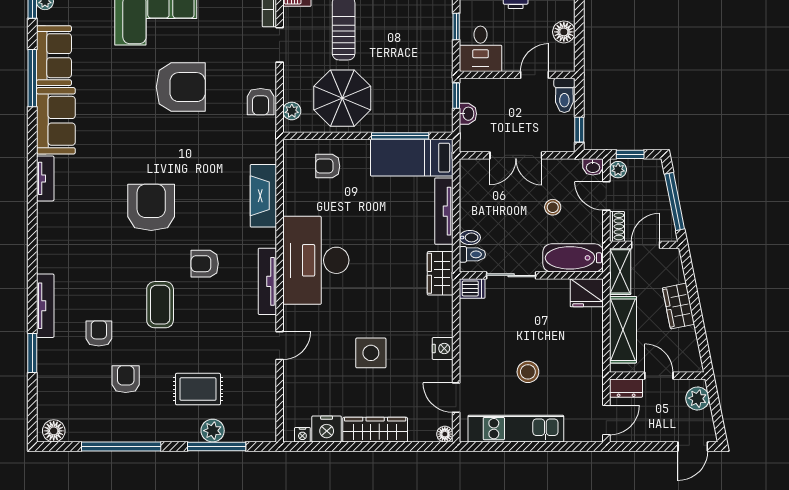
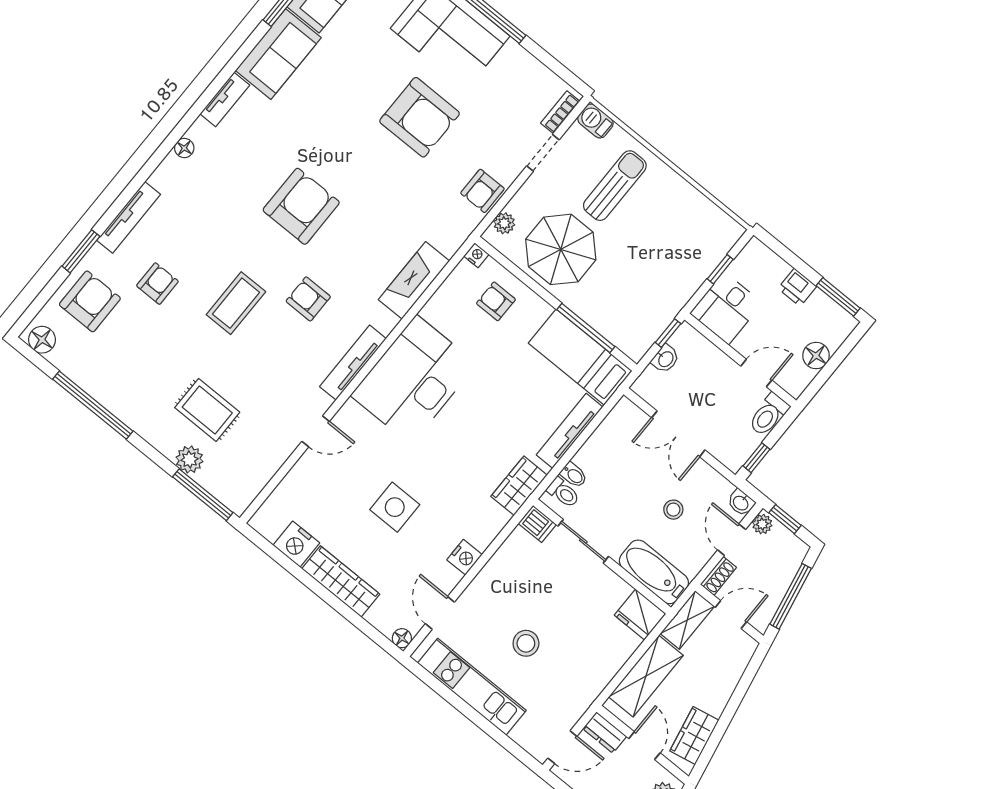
floor lamp: (45, 231) -> (184, 148), added
wardrobe: (678, 306) -> (694, 736), moved
armchair: (126, 379) -> (90, 301), moved, width x1.38, depth x1.38
nightstand: (302, 435) -> (476, 255), moved, turned 180
window: (217, 446) -> (203, 495), moved

